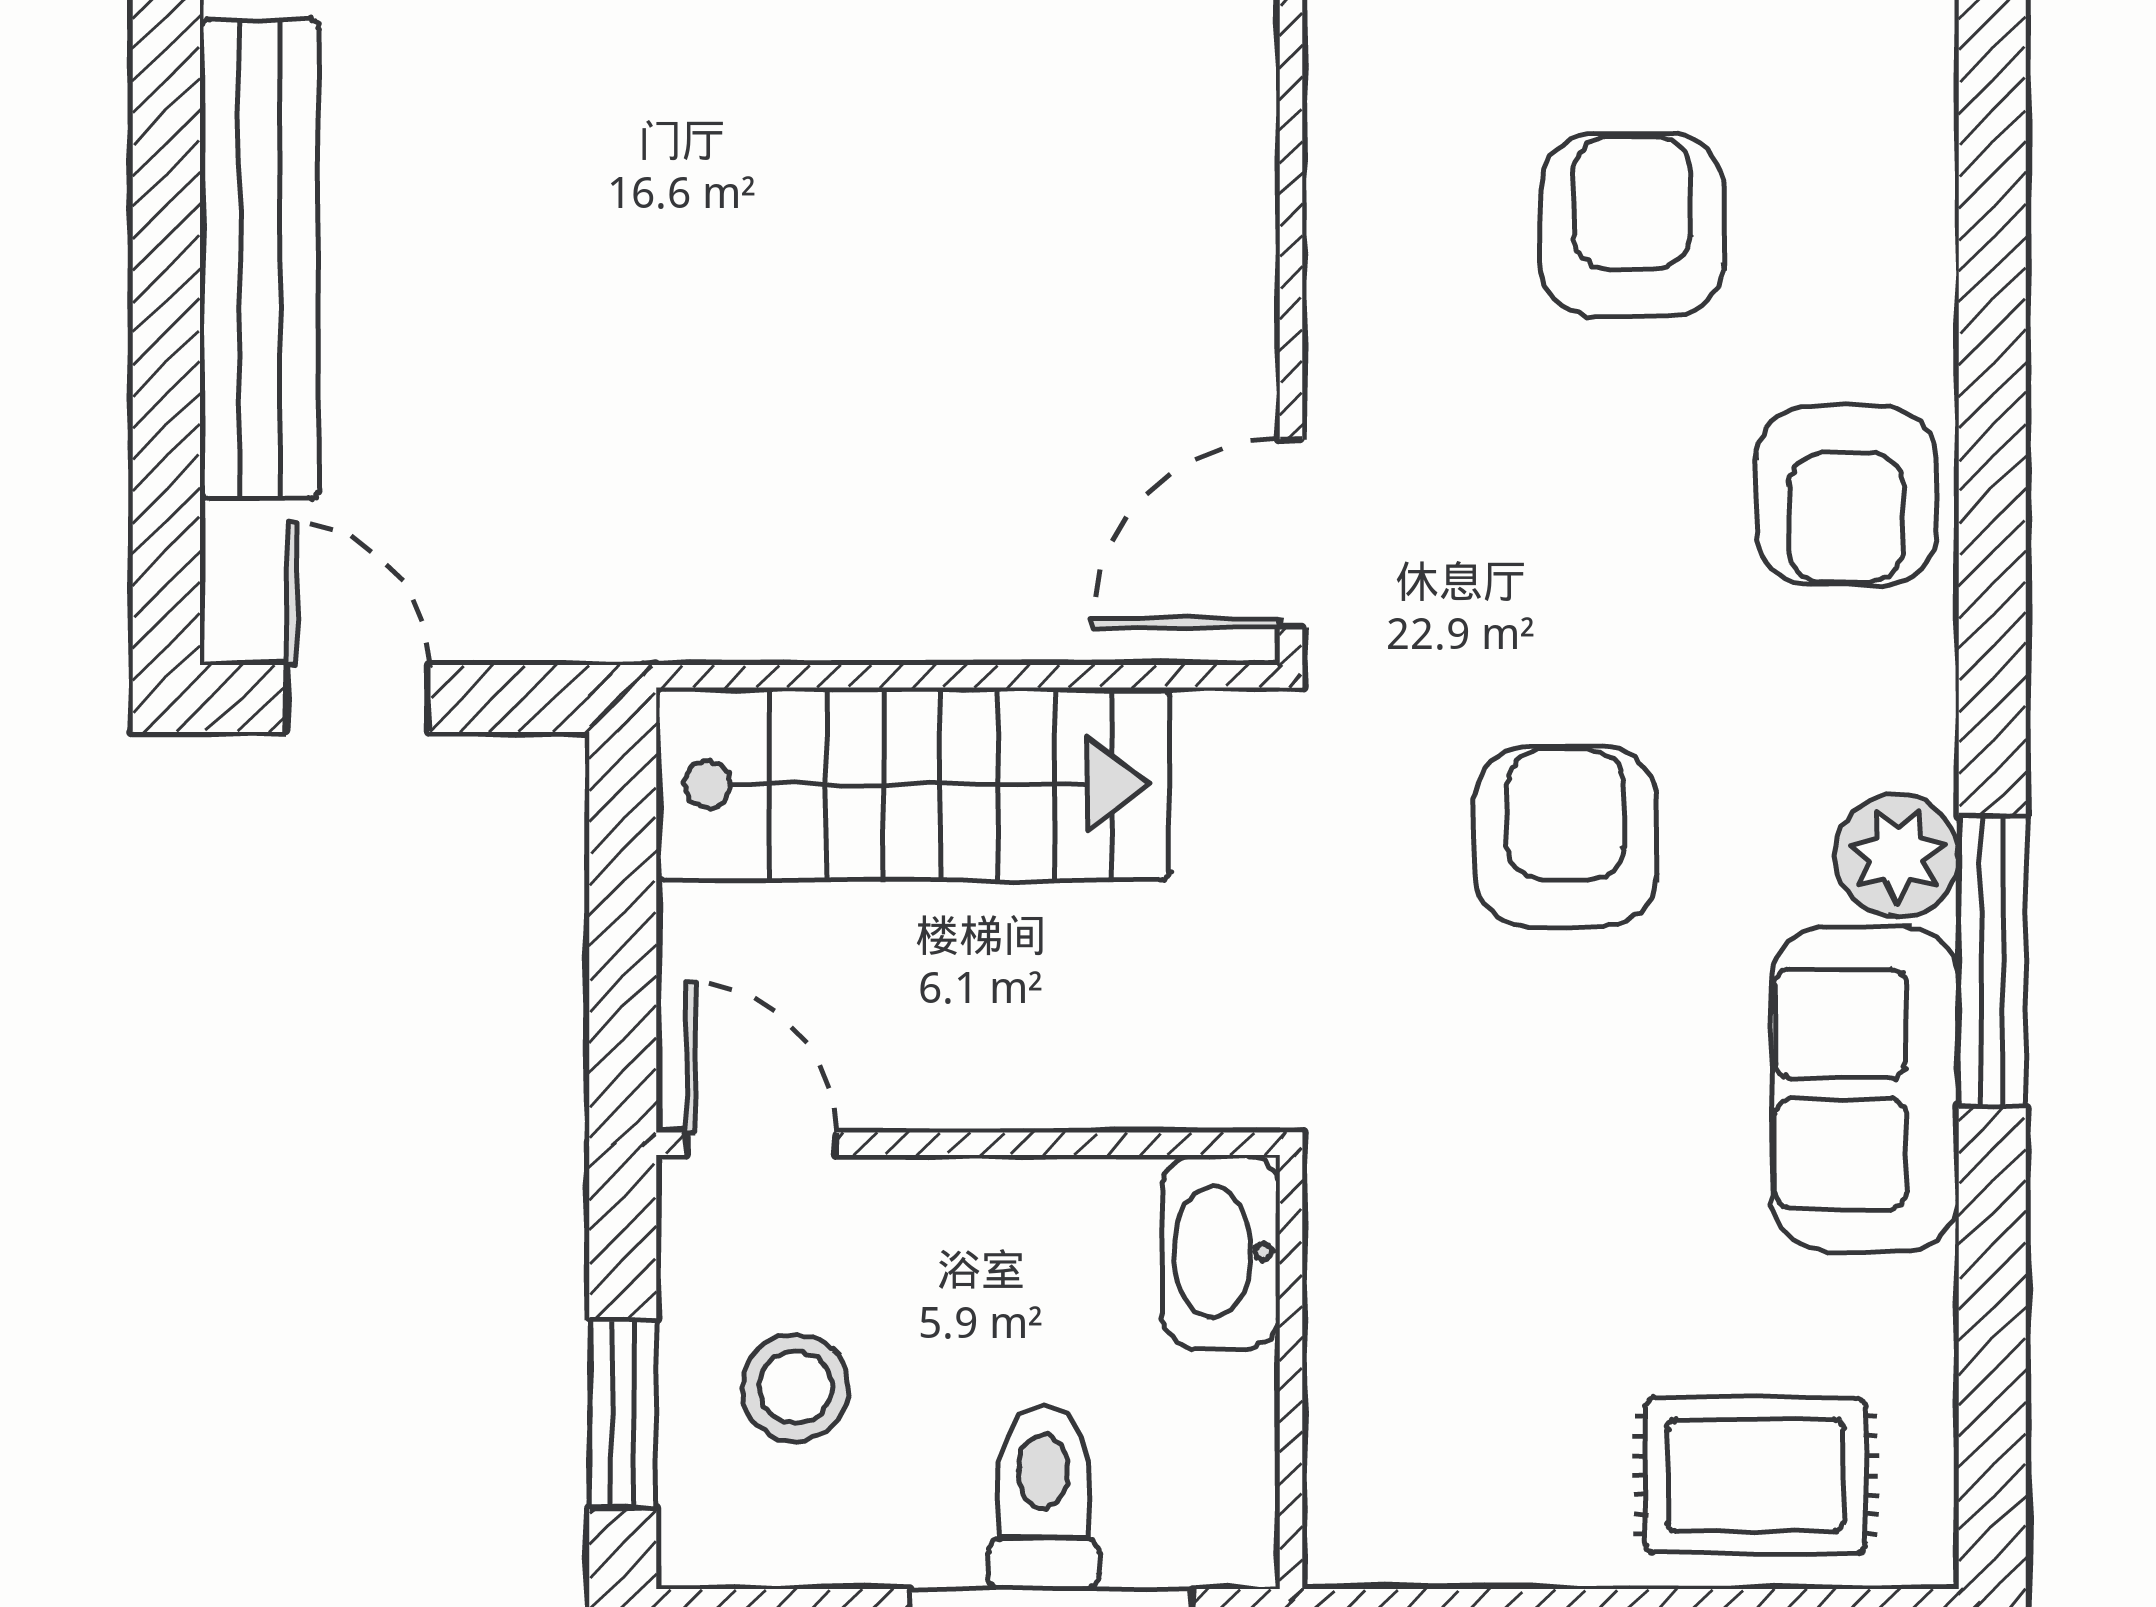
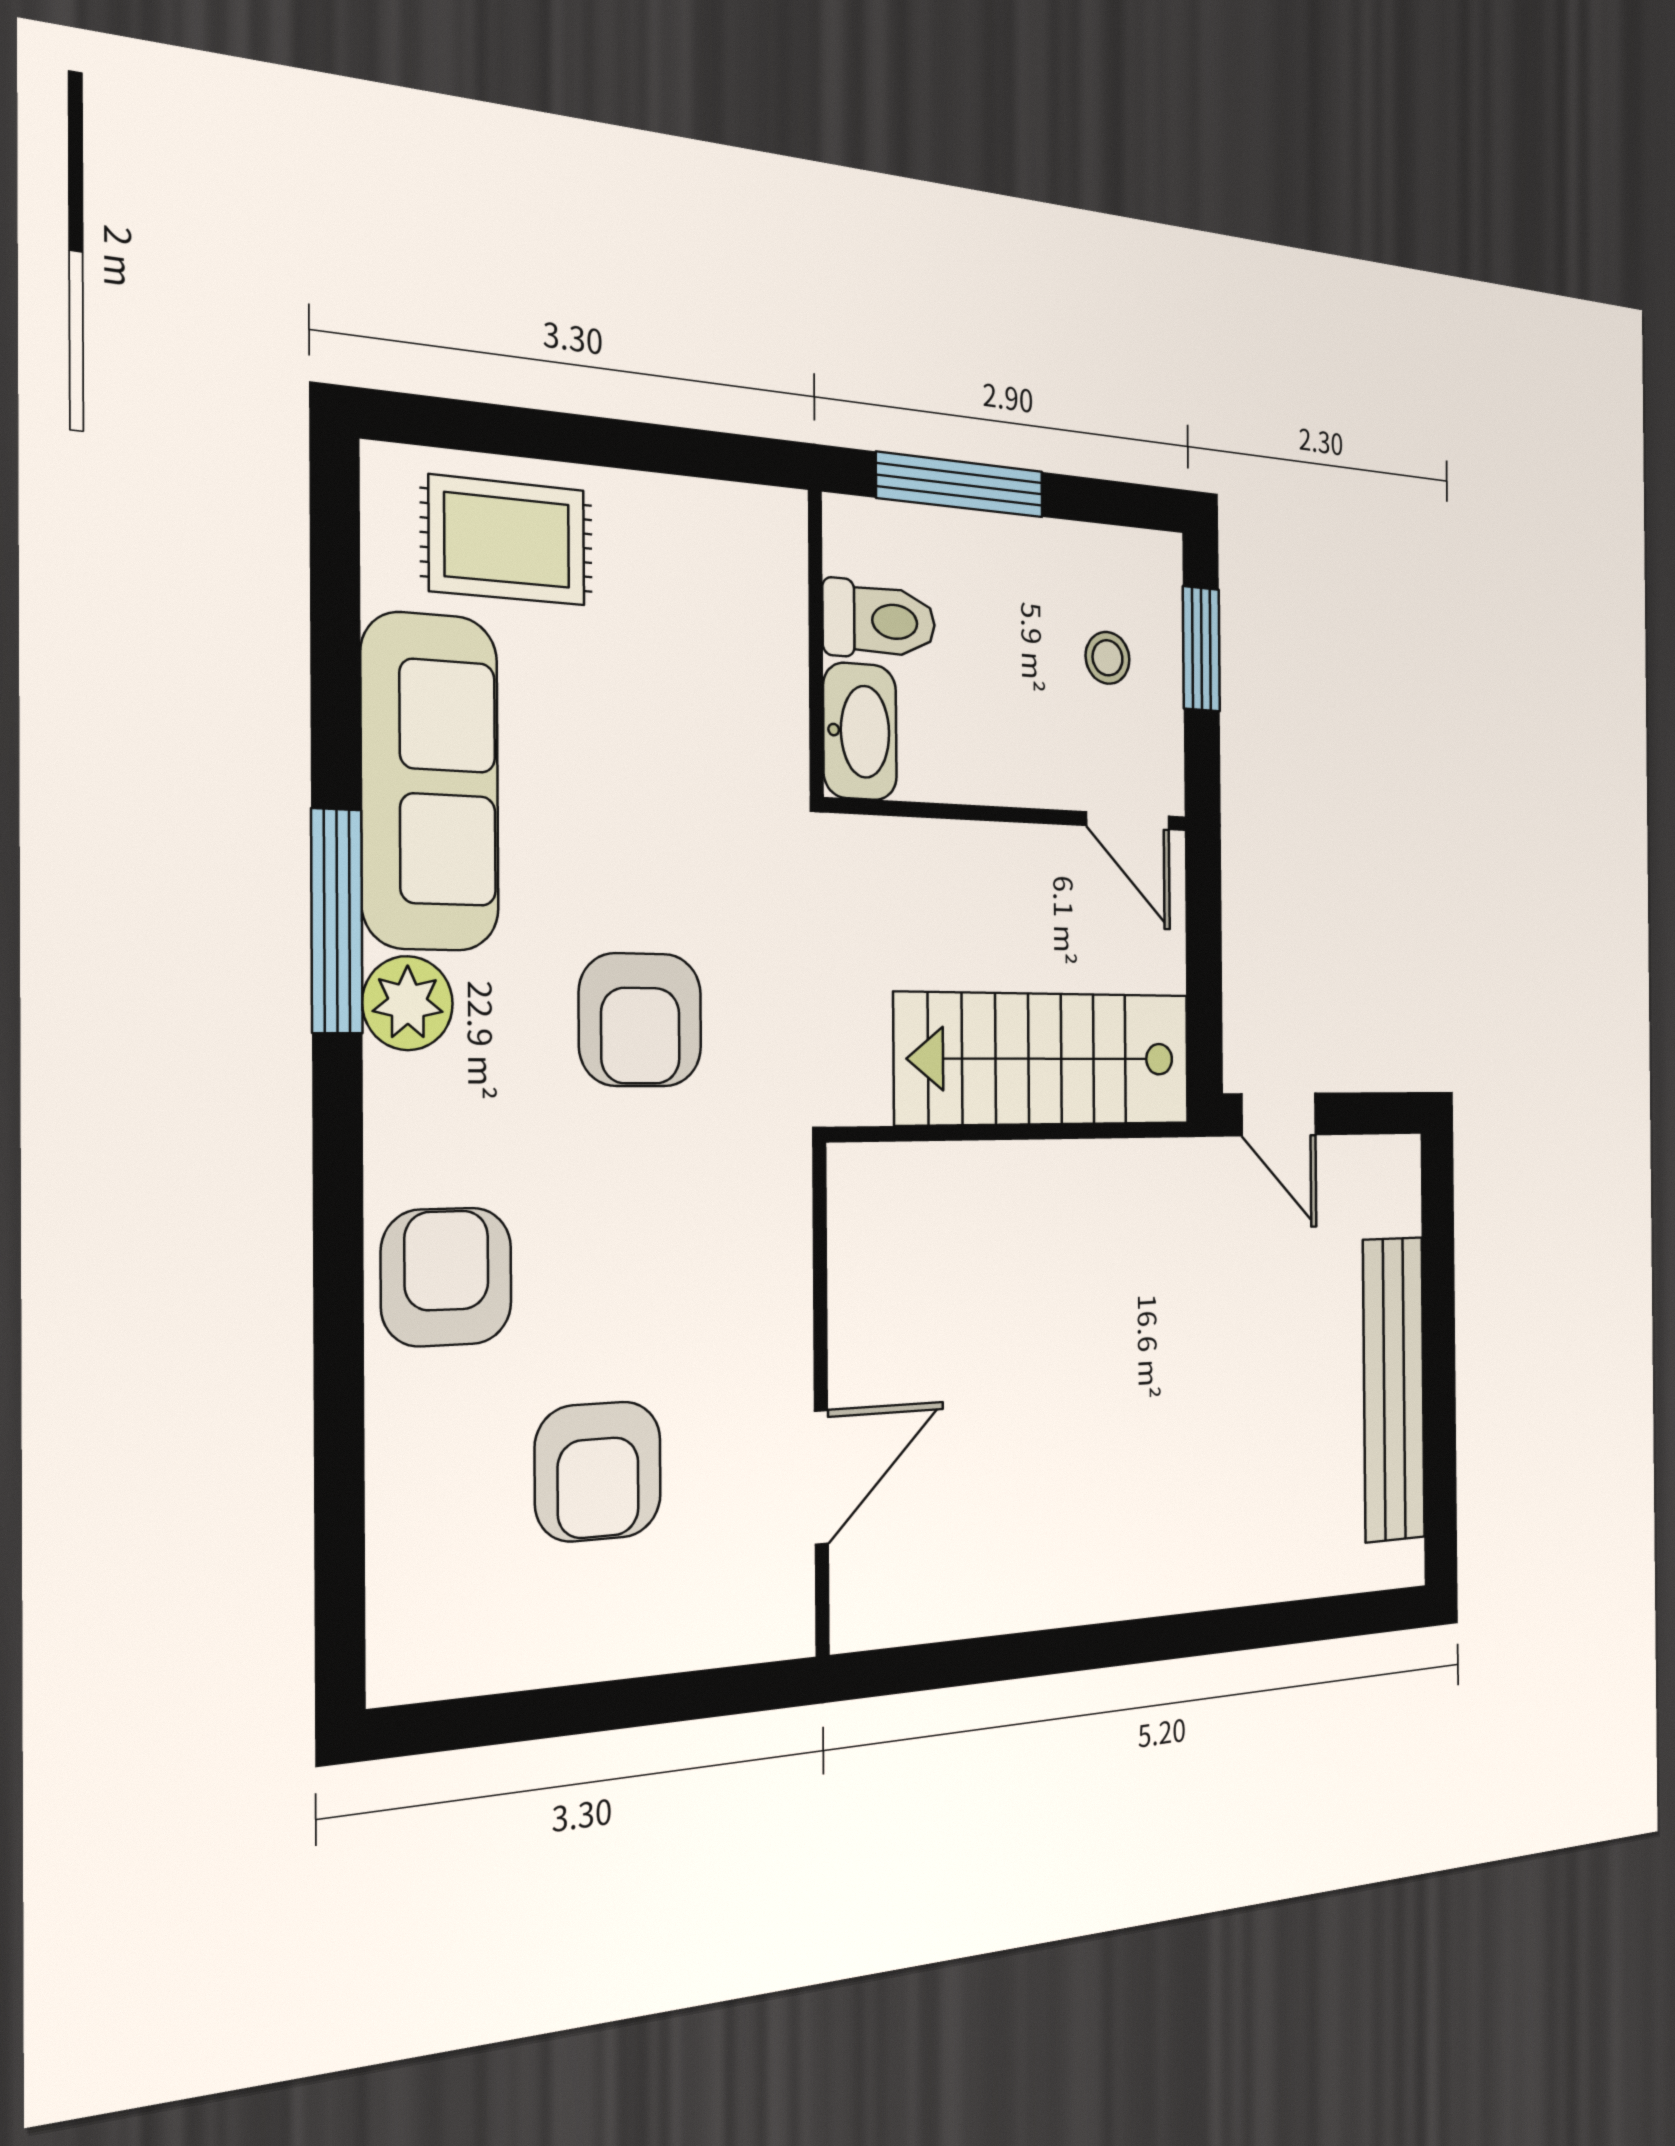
door: (1291, 533) -> (821, 1477), moved
door: (358, 698) -> (1279, 1114), moved
sofa: (1865, 1088) -> (430, 782), width x1.36
stool: (796, 1388) -> (1108, 658), width x0.73, depth x0.73
toilet: (1043, 1497) -> (879, 620), moved, turned -90

